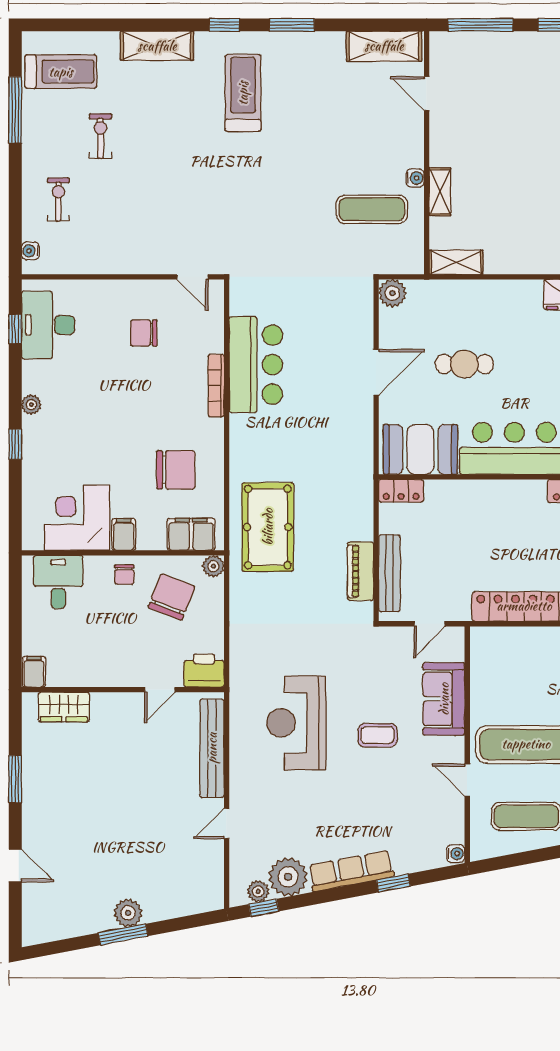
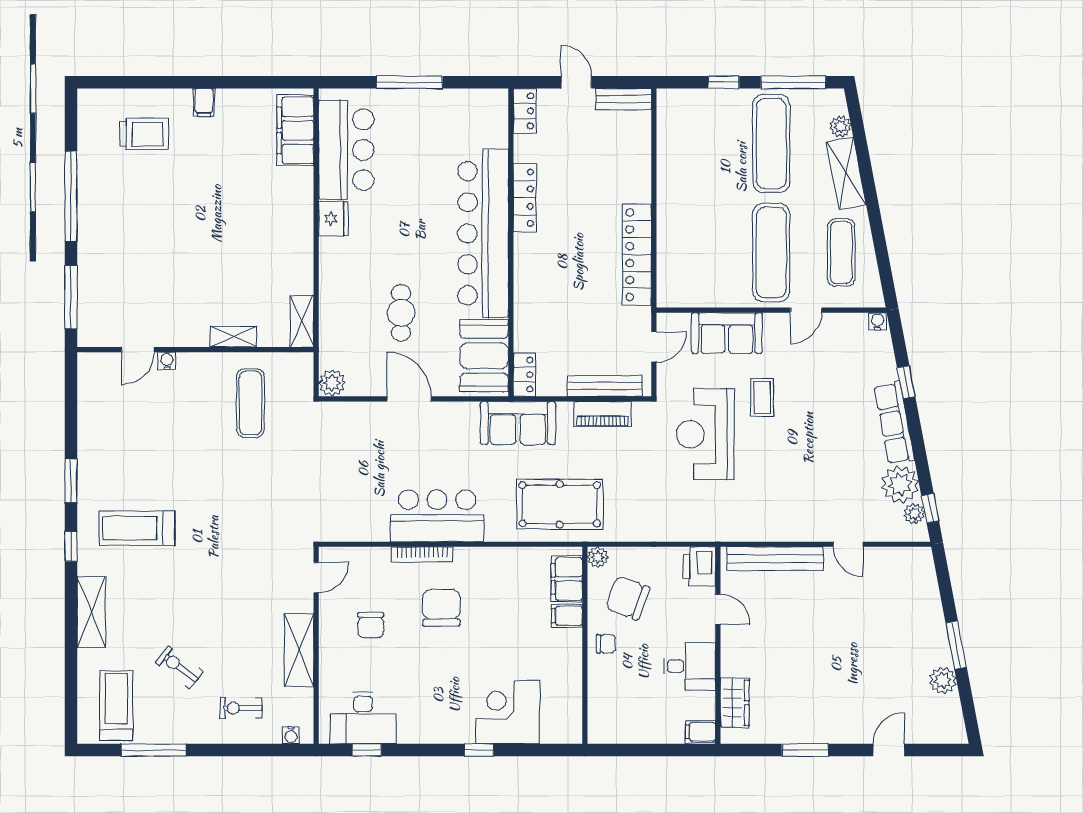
shelving: (384, 46) -> (299, 650), moved
exercise bike: (100, 136) -> (179, 667), turned 37
water cooler: (415, 178) -> (167, 361), moved
bar counter: (256, 365) -> (437, 516), moved
plant: (31, 405) -> (440, 734), removed
chair: (176, 470) -> (441, 608), moved
sofa: (351, 484) -> (518, 423), added
corner desk: (77, 518) -> (508, 712), moved, turned 90
filing cabinet: (124, 534) -> (567, 616), moved
desk: (58, 582) -> (689, 666), moved, turned 180
door: (430, 624) -> (654, 347), hinge flipped
reception desk: (296, 723) -> (705, 434), moved, turned 90
plant: (128, 913) -> (943, 680), moved

